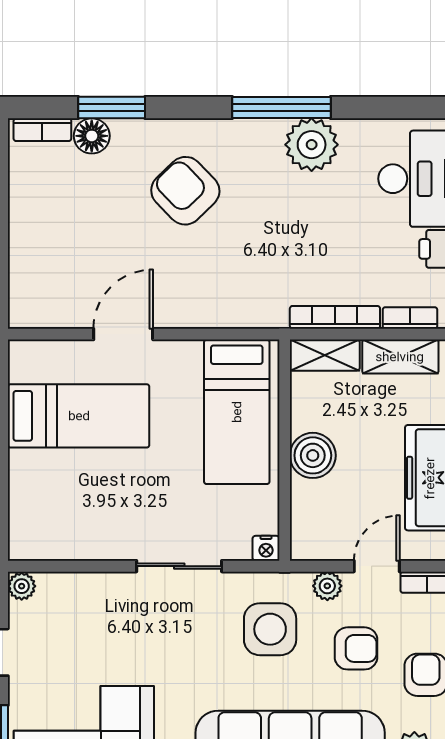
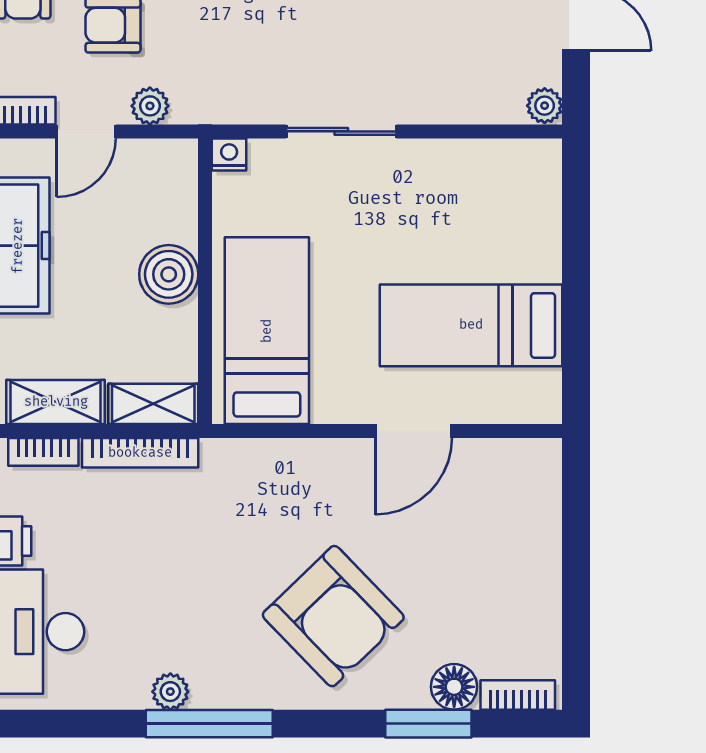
plant: (312, 145) -> (170, 692), width x0.53, depth x0.53
armchair: (185, 191) -> (333, 616), width x1.36, depth x1.36
side table: (270, 629) -> (224, 50), removed

